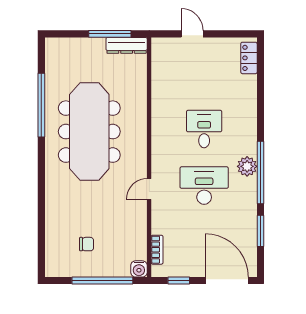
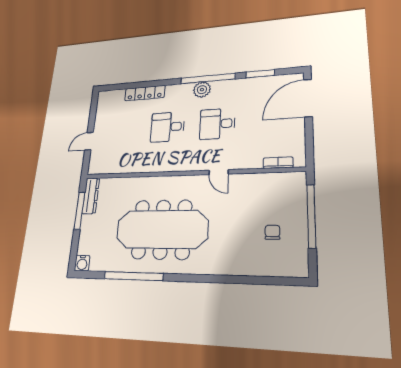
locker: (249, 58) -> (145, 93), moved, width x1.53
desk: (204, 185) -> (217, 124), width x0.73
water cooler: (139, 269) -> (82, 263), moved, turned 90
window: (179, 281) -> (309, 141), removed

